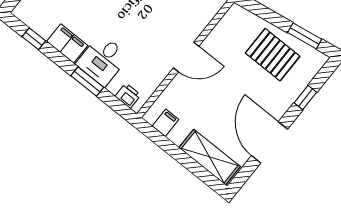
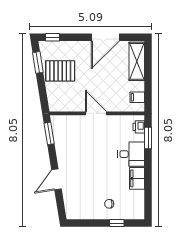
window: (34, 39) -> (148, 197), removed
pallet: (273, 55) -> (60, 71), turned 90
window: (87, 81) -> (148, 138), moved
window: (305, 98) -> (52, 37), moved

